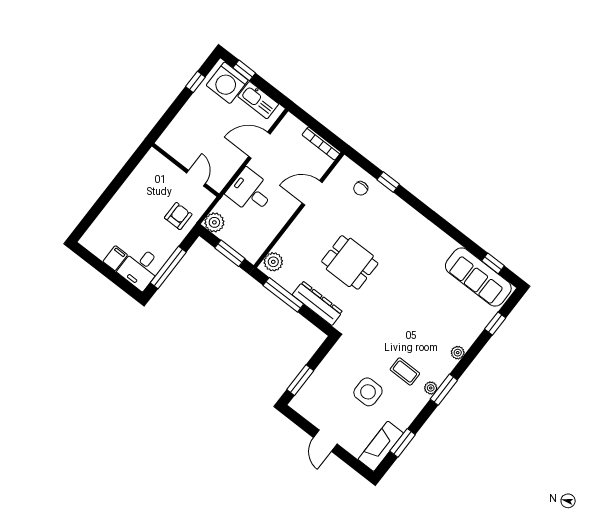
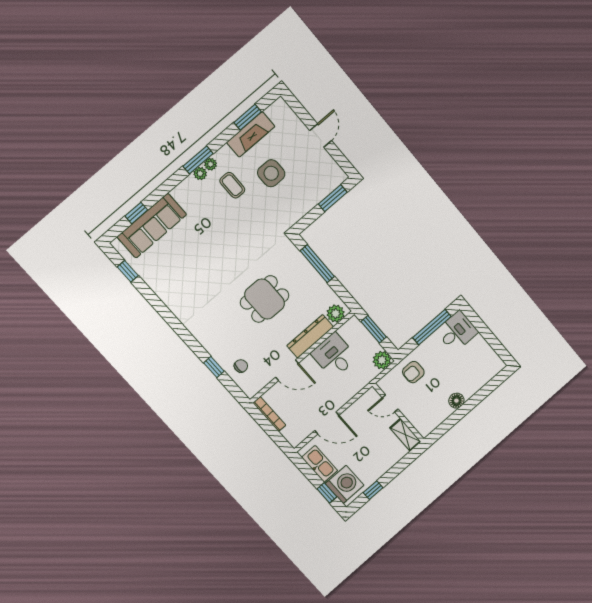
shelving: (173, 148) -> (405, 435), added
door: (196, 178) -> (390, 403), hinge flipped
desk: (250, 192) -> (334, 355), moved, turned 180
floor lamp: (125, 194) -> (456, 401), added
filing cabinet: (115, 258) -> (477, 345), removed
dining table: (350, 262) -> (265, 299), turned 90
sofa: (478, 277) -> (152, 226), moved, turned 90
window: (283, 295) -> (317, 264), moved
dresser: (317, 303) -> (310, 336), moved, turned 90
plant: (458, 353) -> (200, 174), moved
fireplace: (381, 446) -> (251, 134), moved

